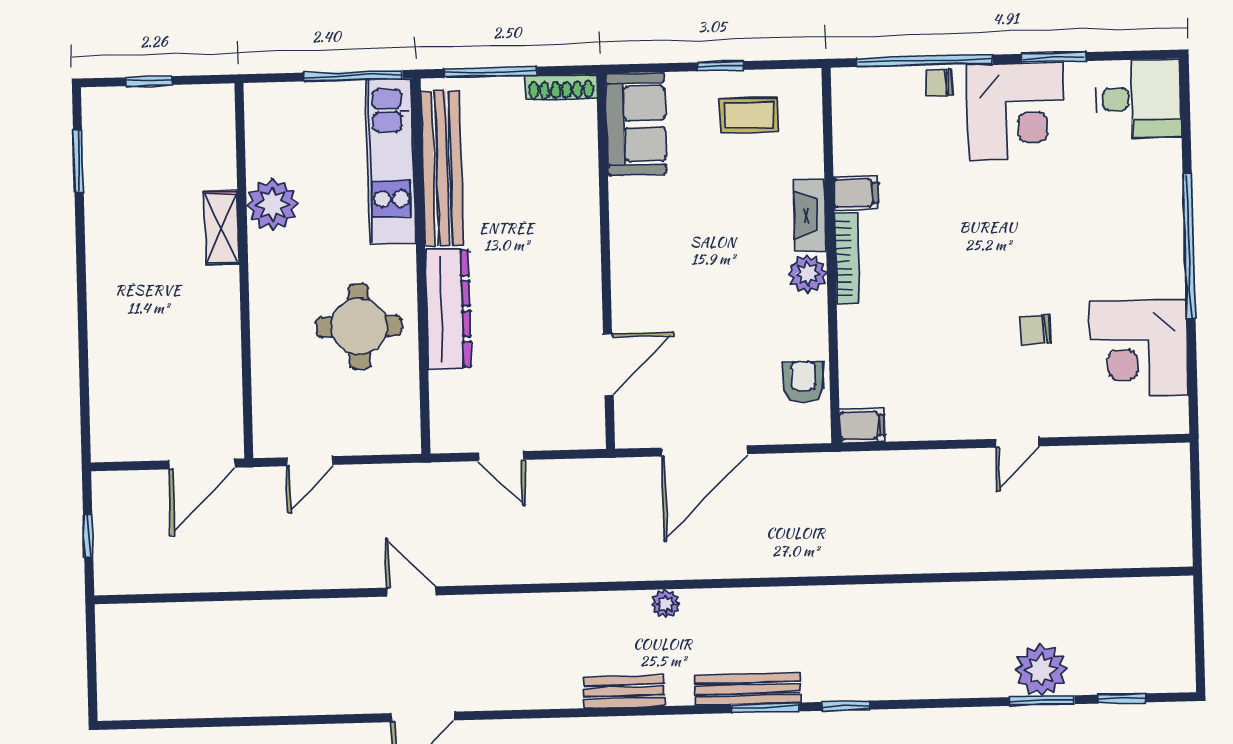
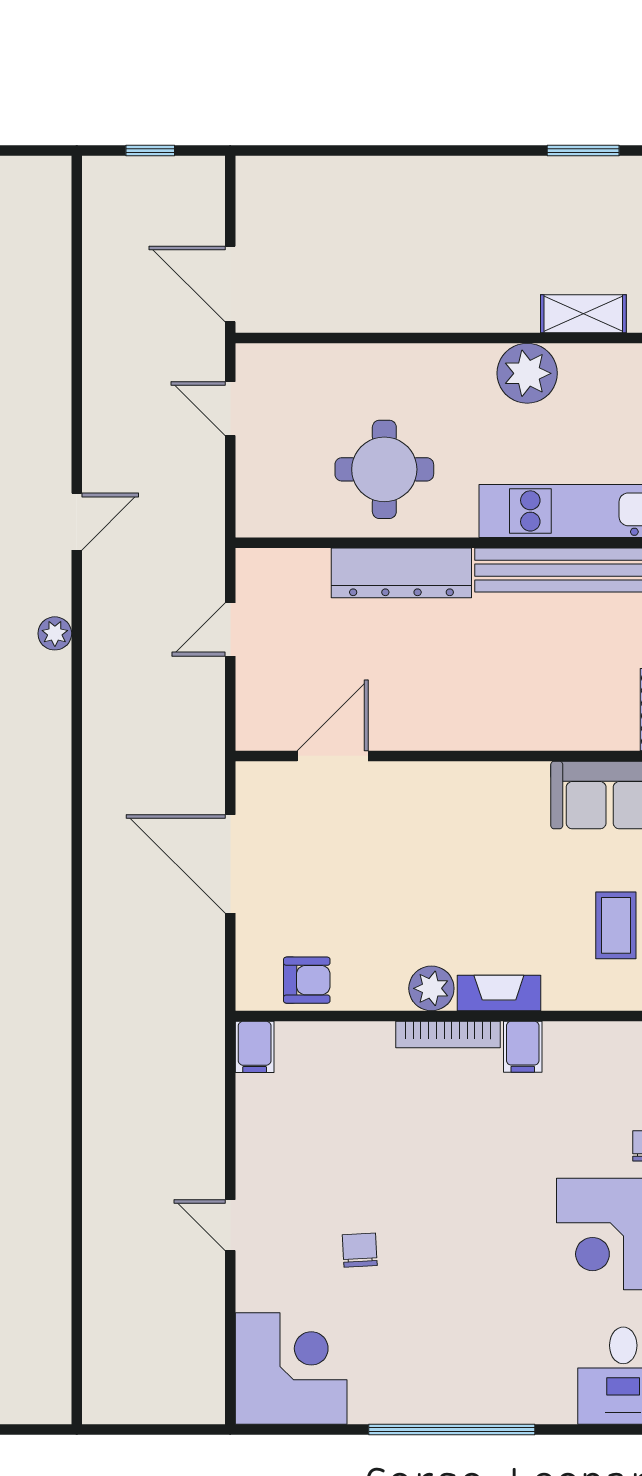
shelving: (222, 228) -> (583, 314), moved
corner desk: (1139, 348) -> (291, 1369), moved, turned 90
door: (608, 365) -> (333, 756), swing flipped
plant: (665, 604) -> (55, 633), moved

